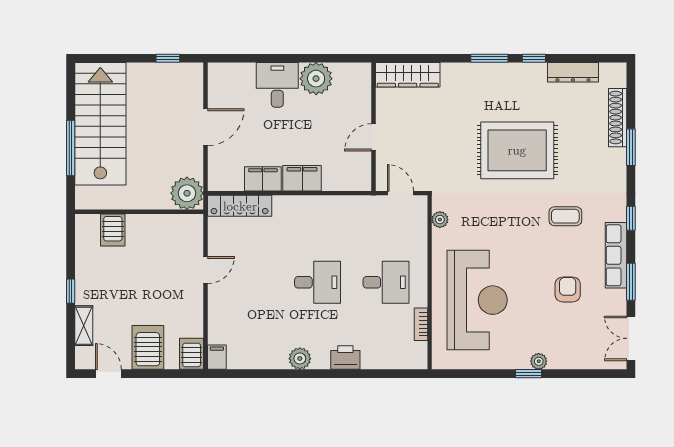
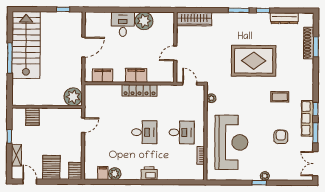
window: (631, 147) -> (316, 47), moved
filing cabinet: (263, 179) -> (103, 75), moved
plant: (187, 193) -> (73, 97), moved
locker: (240, 206) -> (139, 90), moved
wall: (139, 212) -> (47, 107), moved
window: (631, 218) -> (316, 109), moved
server rack: (113, 230) -> (32, 117), moved
filing cabinet: (217, 357) -> (103, 173), moved
printer: (345, 358) -> (149, 173), moved
plant: (300, 359) -> (115, 174), moved

